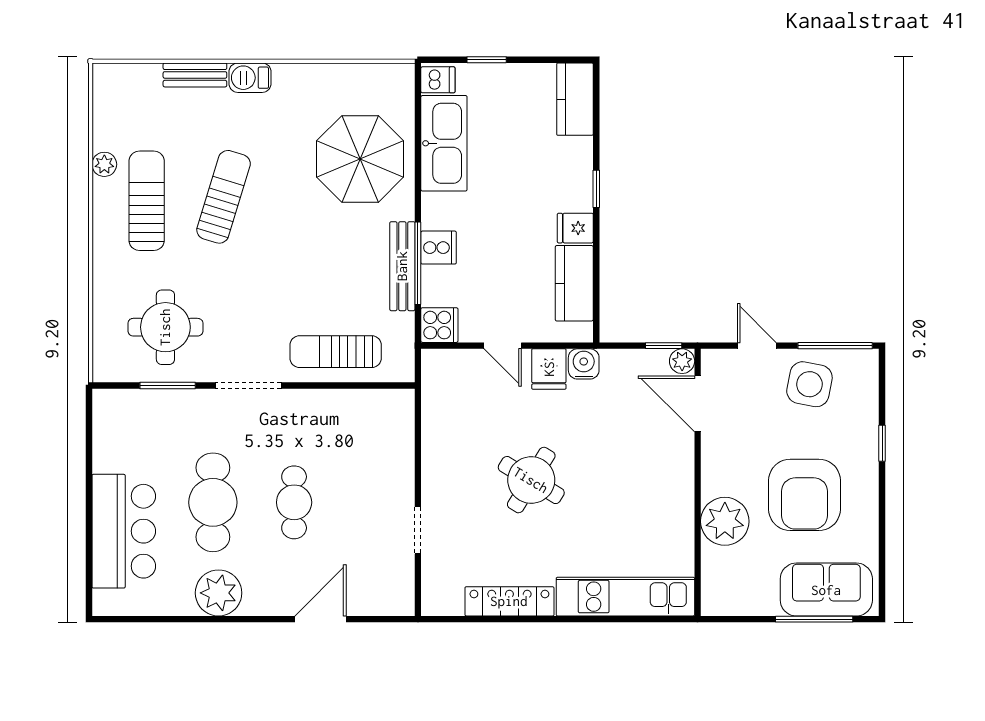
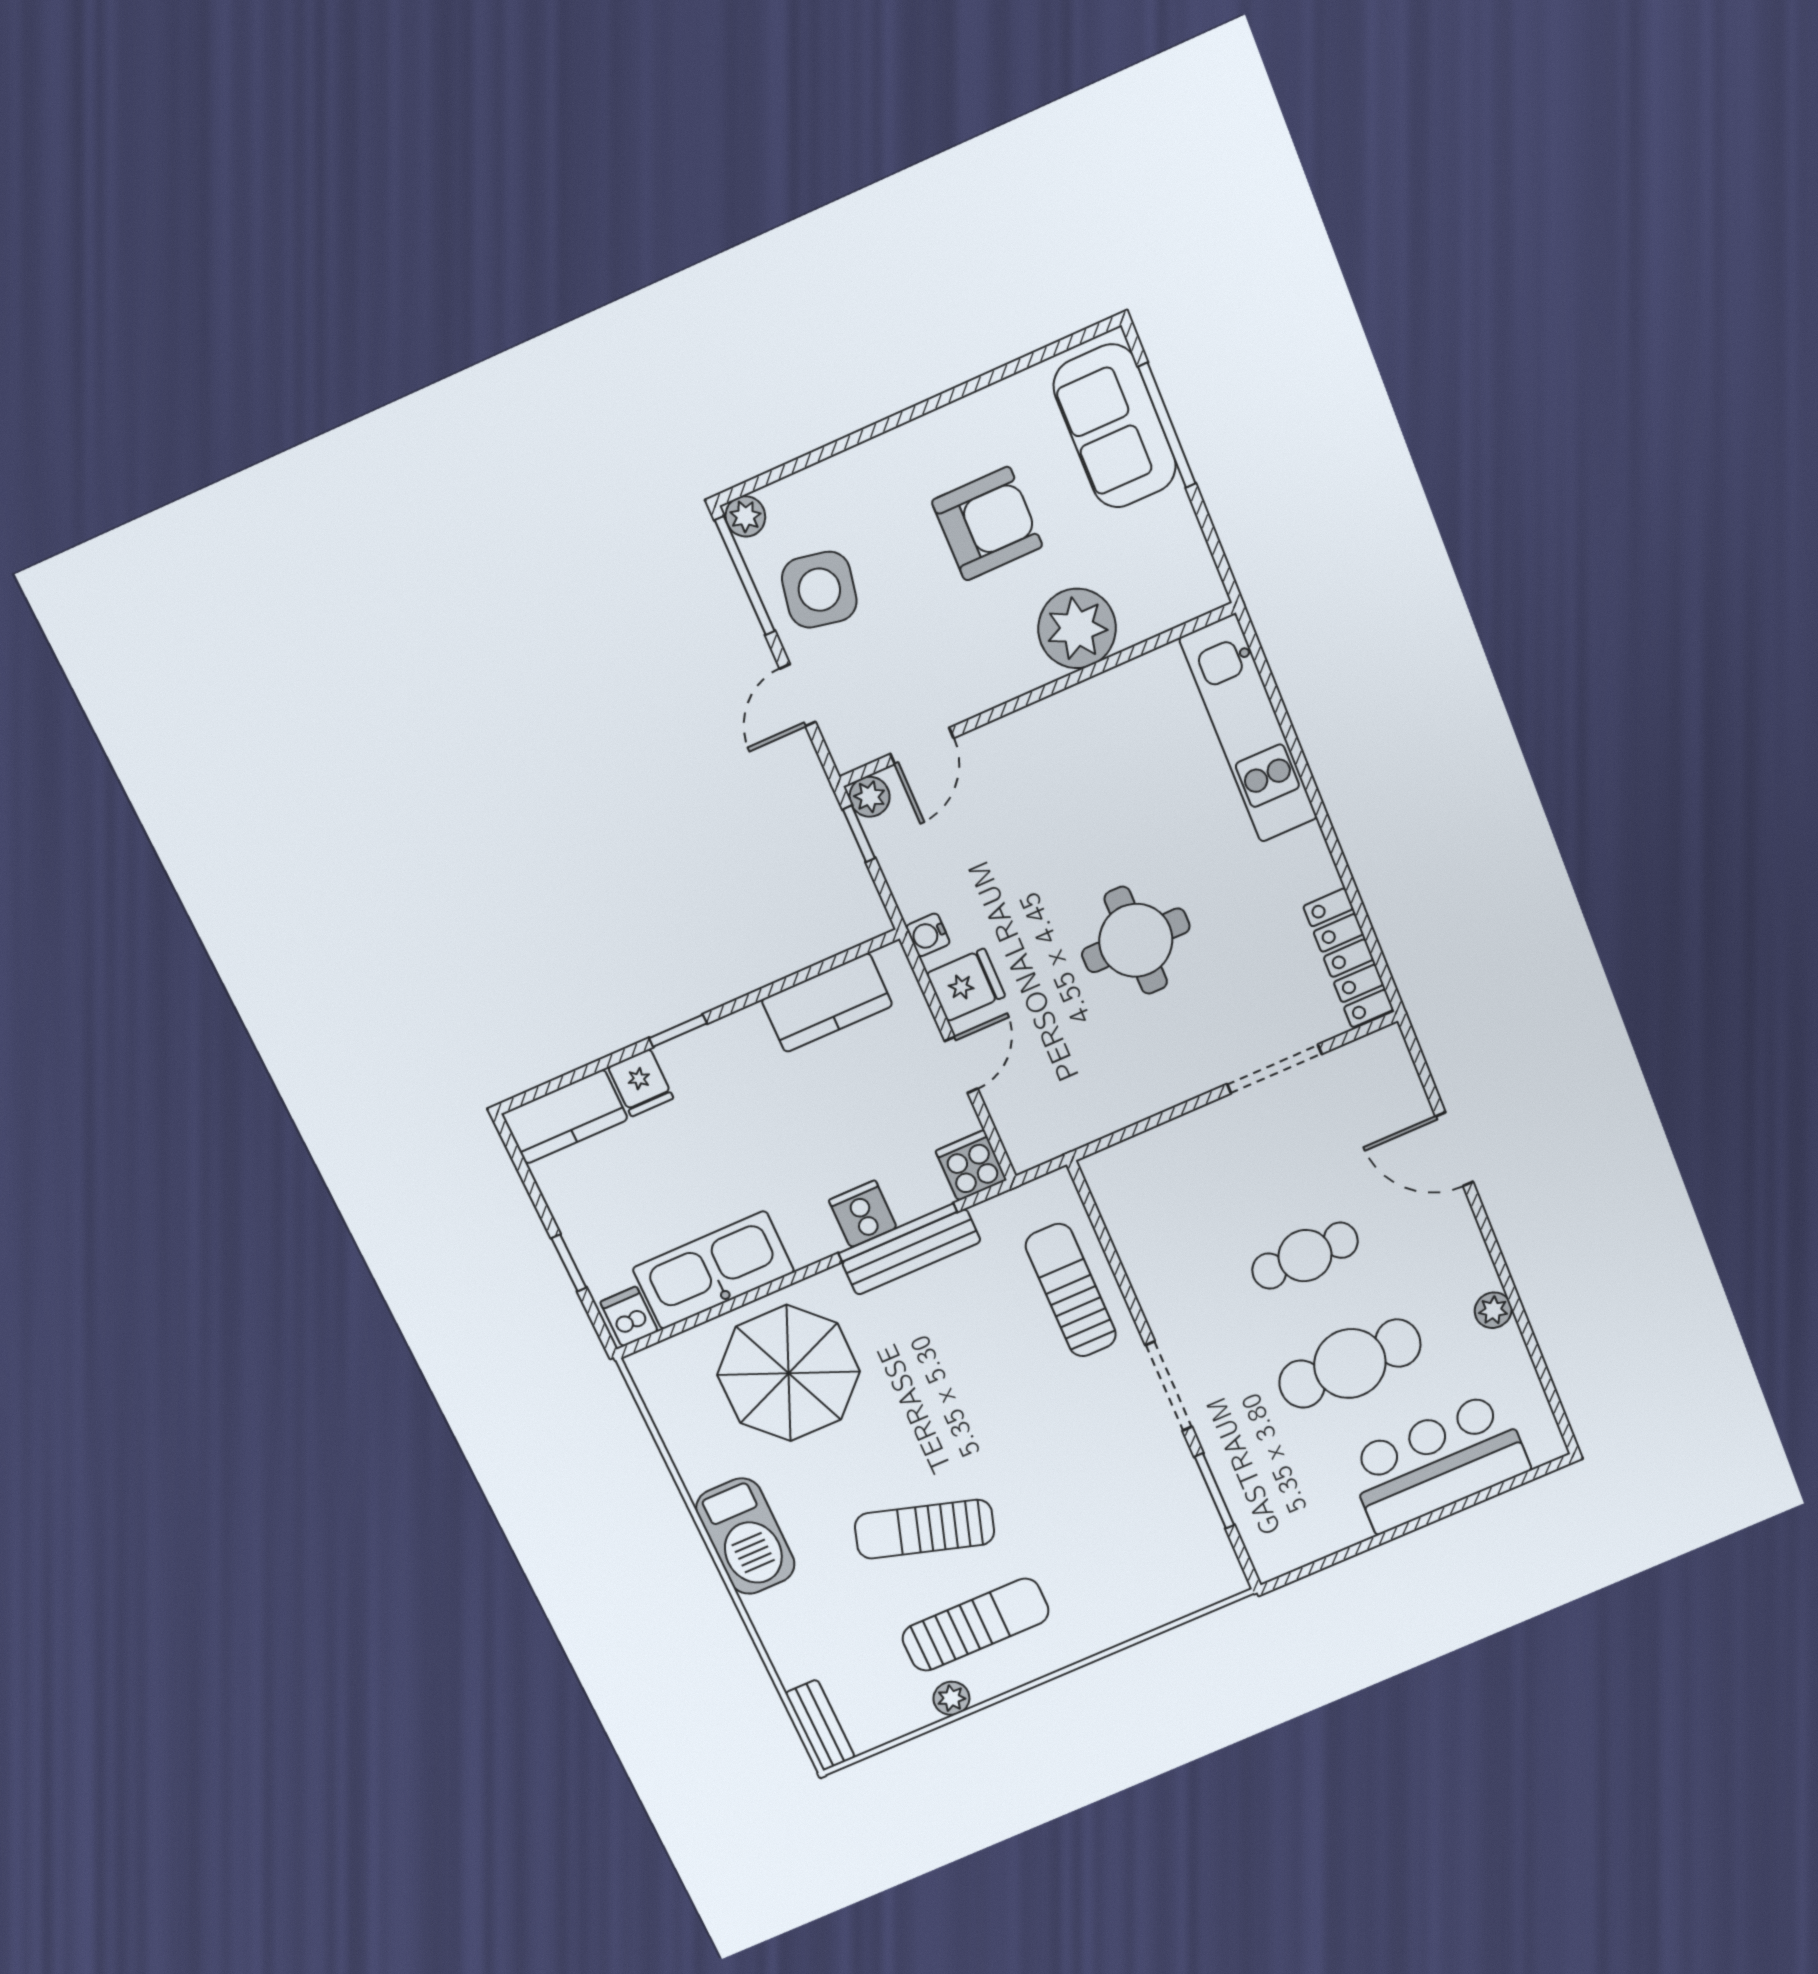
bench: (195, 75) -> (820, 1725), moved
barbecue: (250, 78) -> (745, 1536), width x1.88, depth x1.53
sun lounger: (147, 201) -> (976, 1625), turned 180
fridge: (575, 228) -> (641, 1083), moved
round table: (165, 327) -> (1136, 1528), removed
sun lounger: (336, 352) -> (1071, 1290), turned 180
plant: (867, 361) -> (745, 516), added
water cooler: (584, 364) -> (928, 935), width x0.72, depth x0.72
door: (698, 404) -> (922, 746), width x0.73
window: (882, 443) -> (859, 437), removed
round table: (531, 480) -> (1136, 940), turned -31
armchair: (805, 495) -> (987, 524), width x0.73, depth x0.73
doorway: (418, 530) -> (1274, 1069), width x1.38
plant: (219, 593) -> (1493, 1310), width x0.53, depth x0.53
locker: (509, 601) -> (1349, 958), moved

